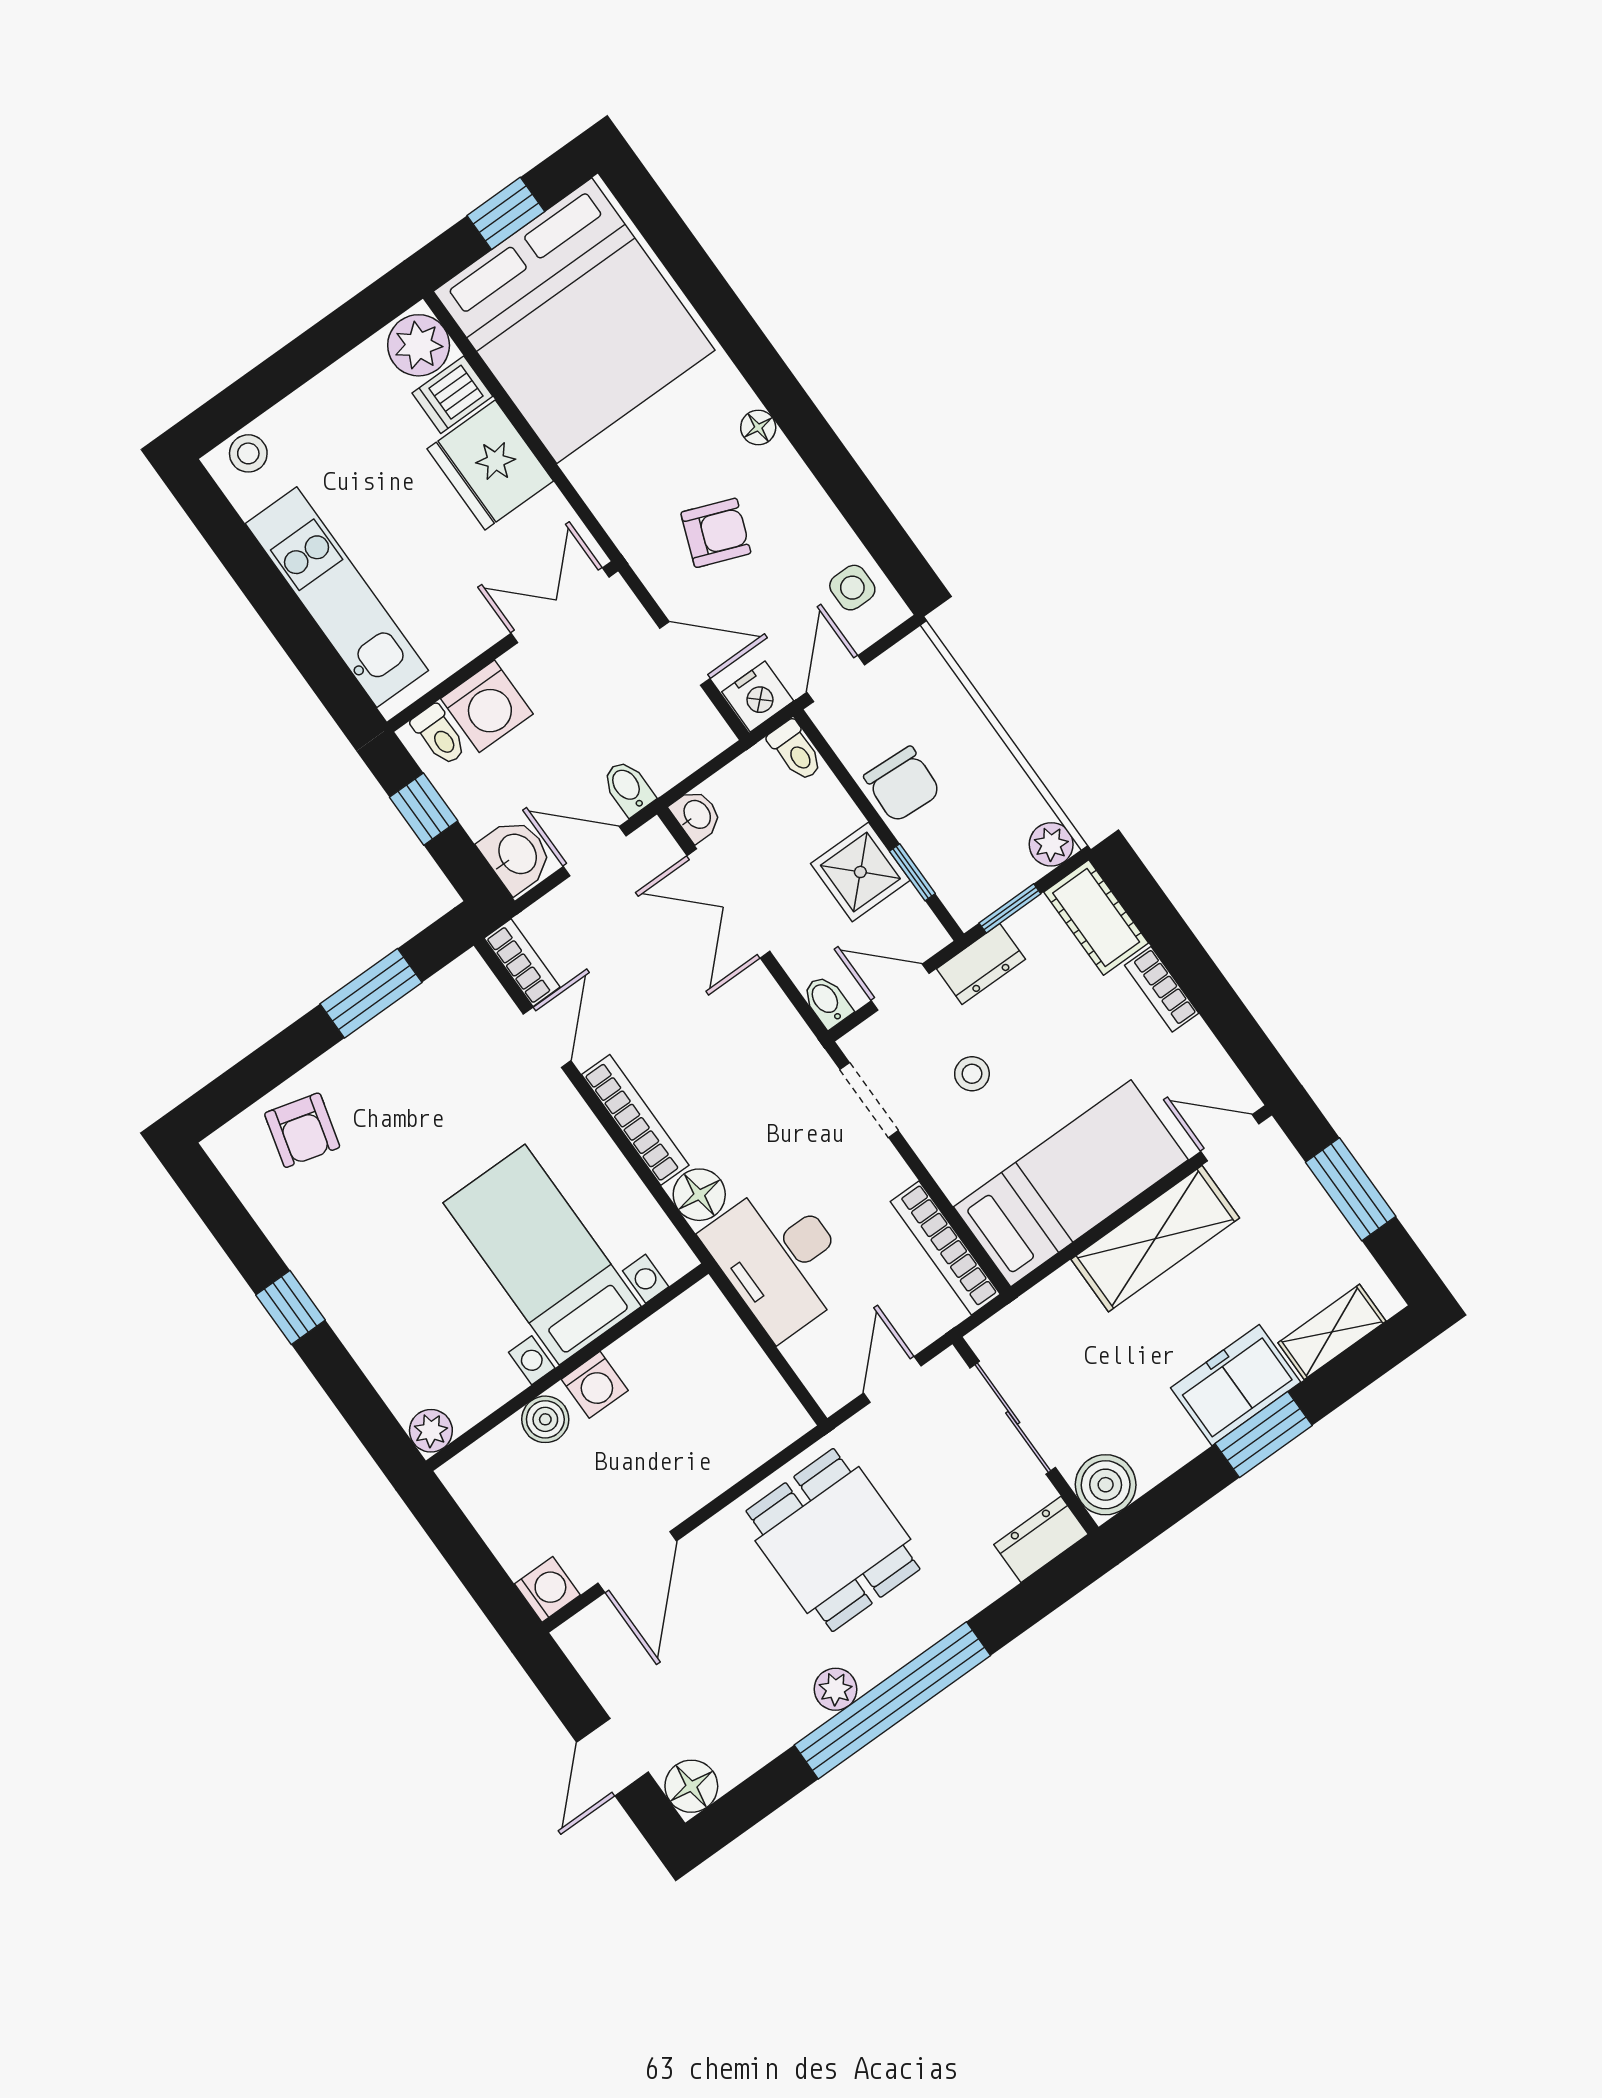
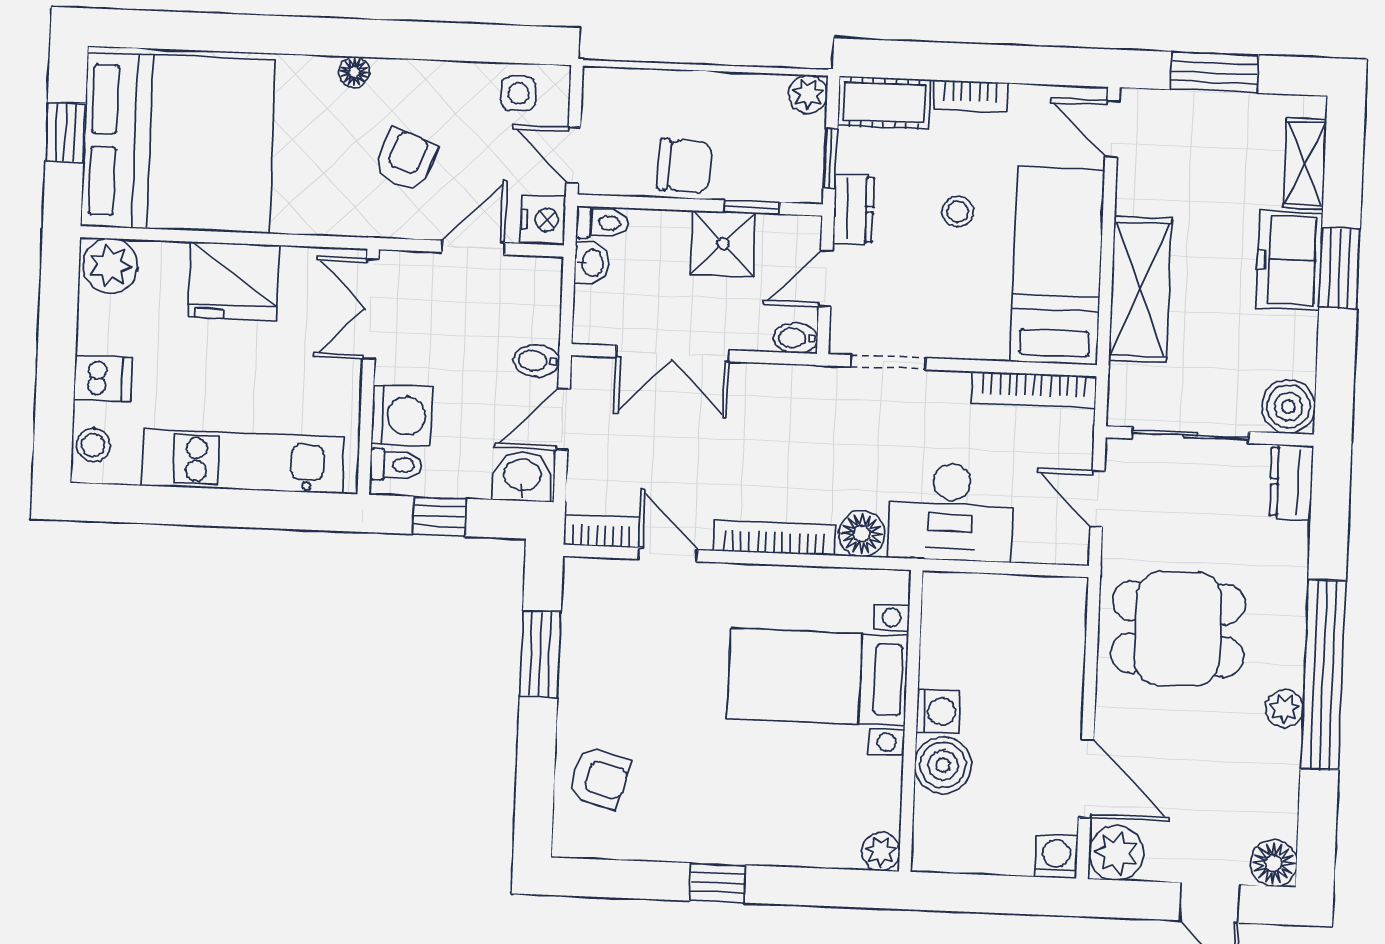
dishwasher: (452, 395) -> (103, 378), moved, turned -90
washbasin: (696, 815) -> (592, 263), moved, turned 90
stool: (972, 1074) -> (958, 212), moved
door: (1230, 1138) -> (1112, 129), hinge flipped
shelving: (1155, 1239) -> (1140, 289), moved
boiler: (545, 1419) -> (943, 765), width x1.36, depth x1.36
plant: (592, 1640) -> (1116, 853), added

